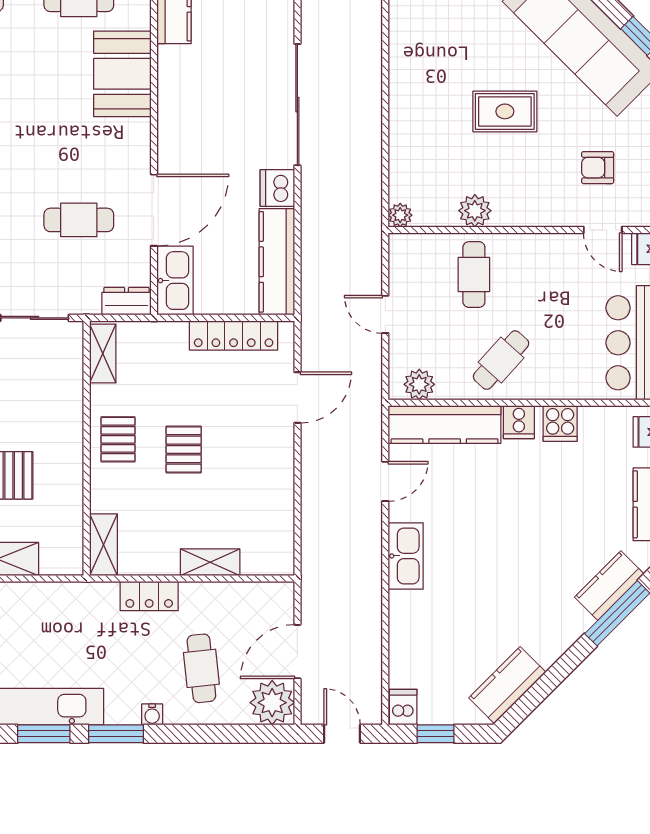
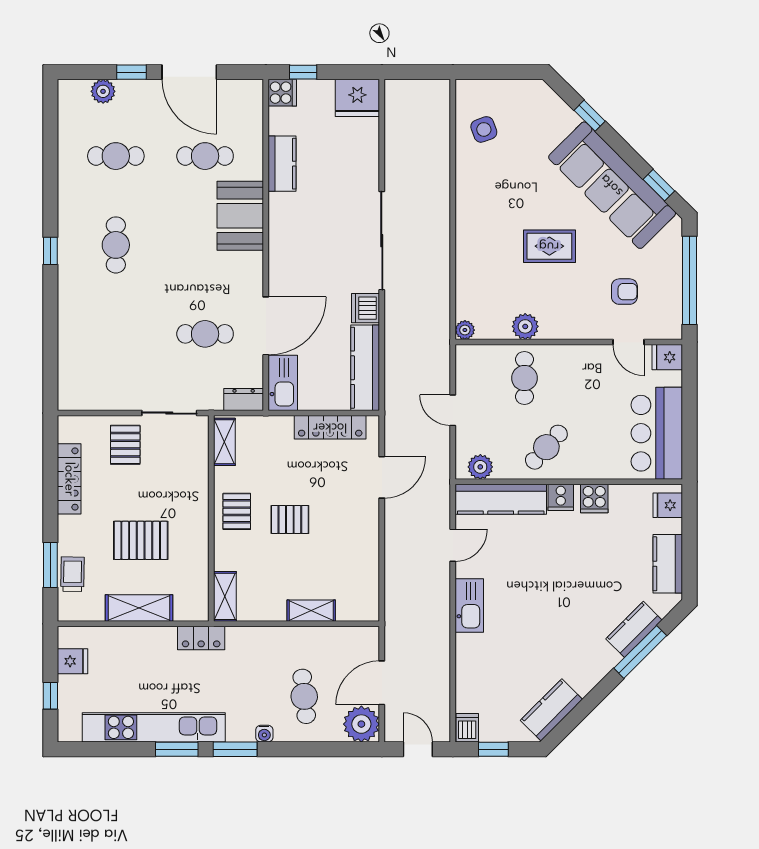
armchair: (598, 168) -> (624, 292), turned 180
pallet: (184, 449) -> (290, 519), turned 90
locker: (149, 596) -> (201, 638), moved

